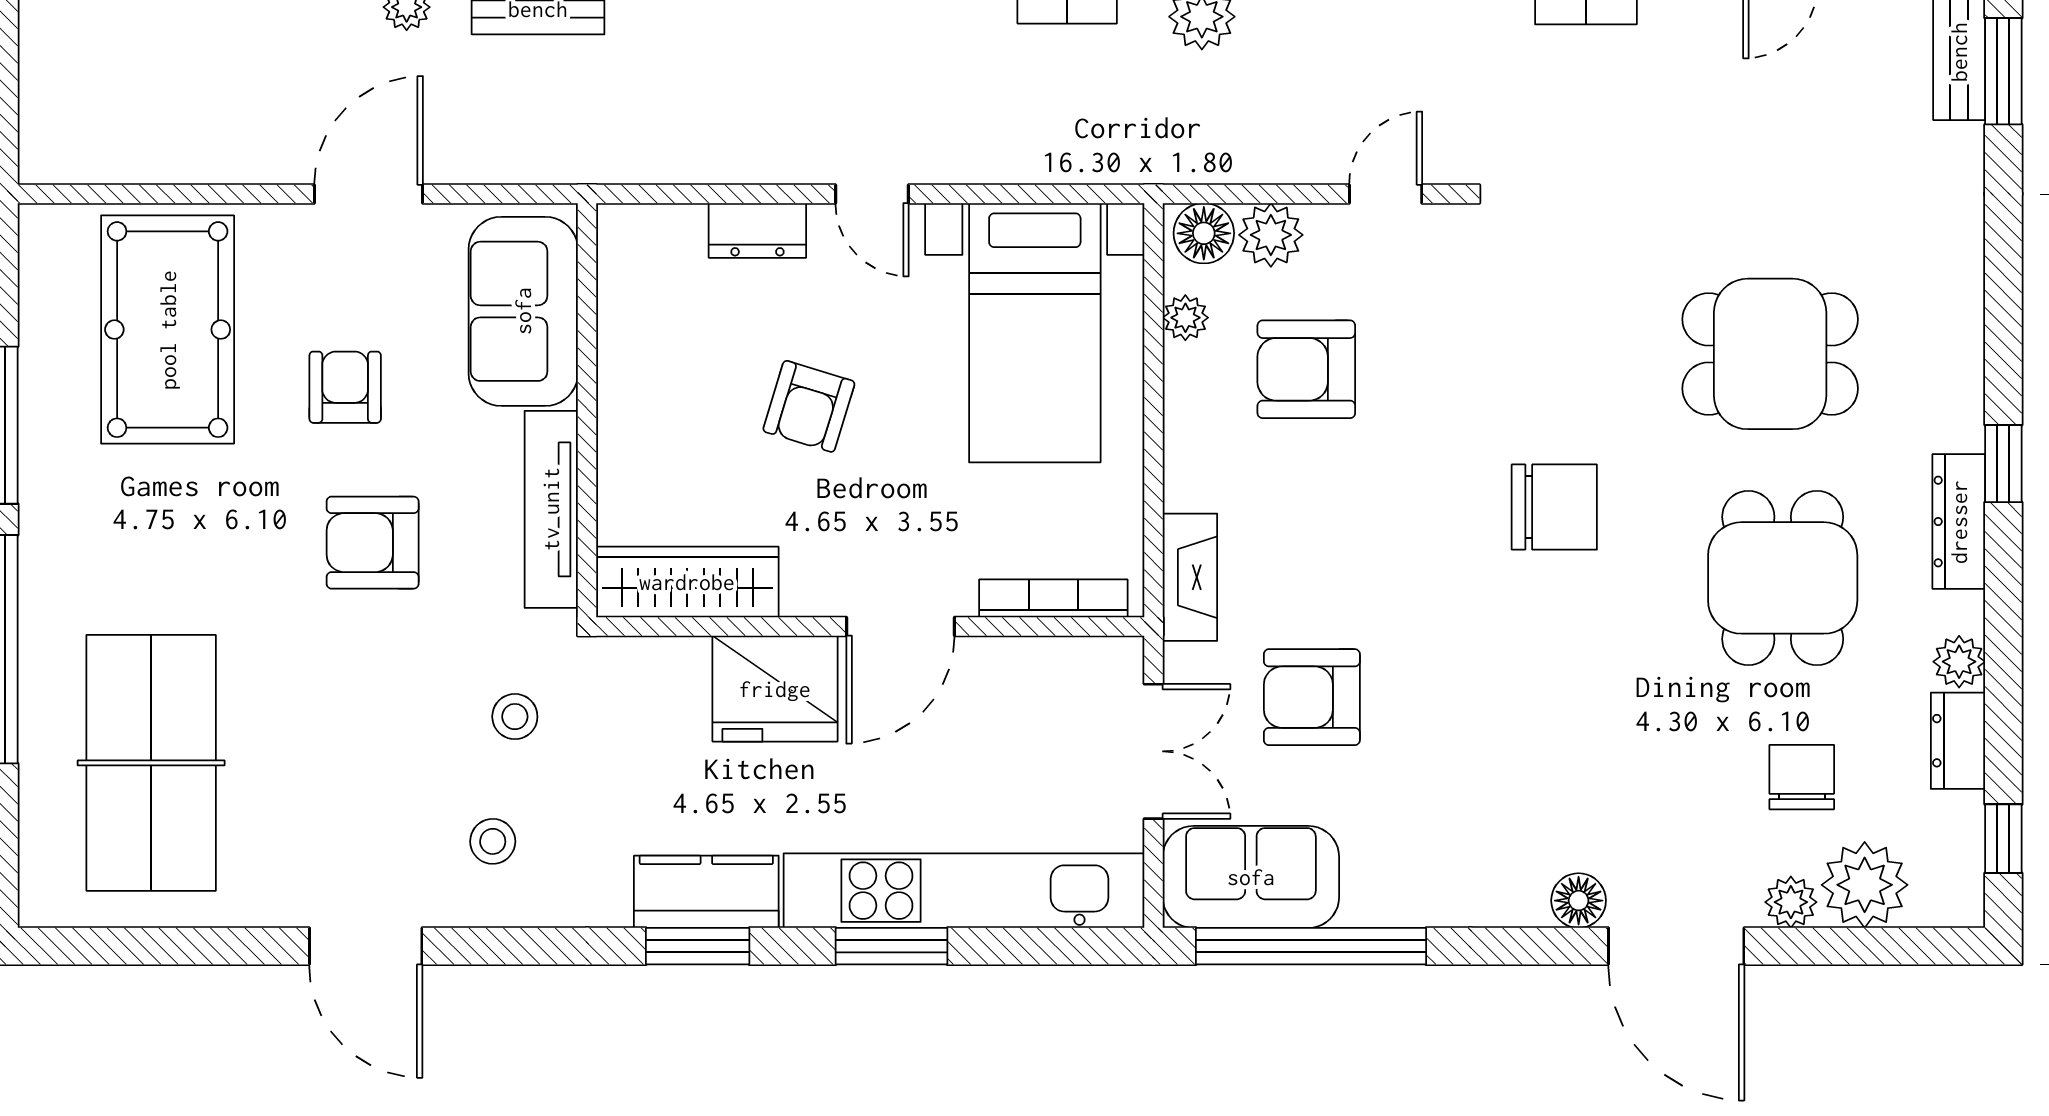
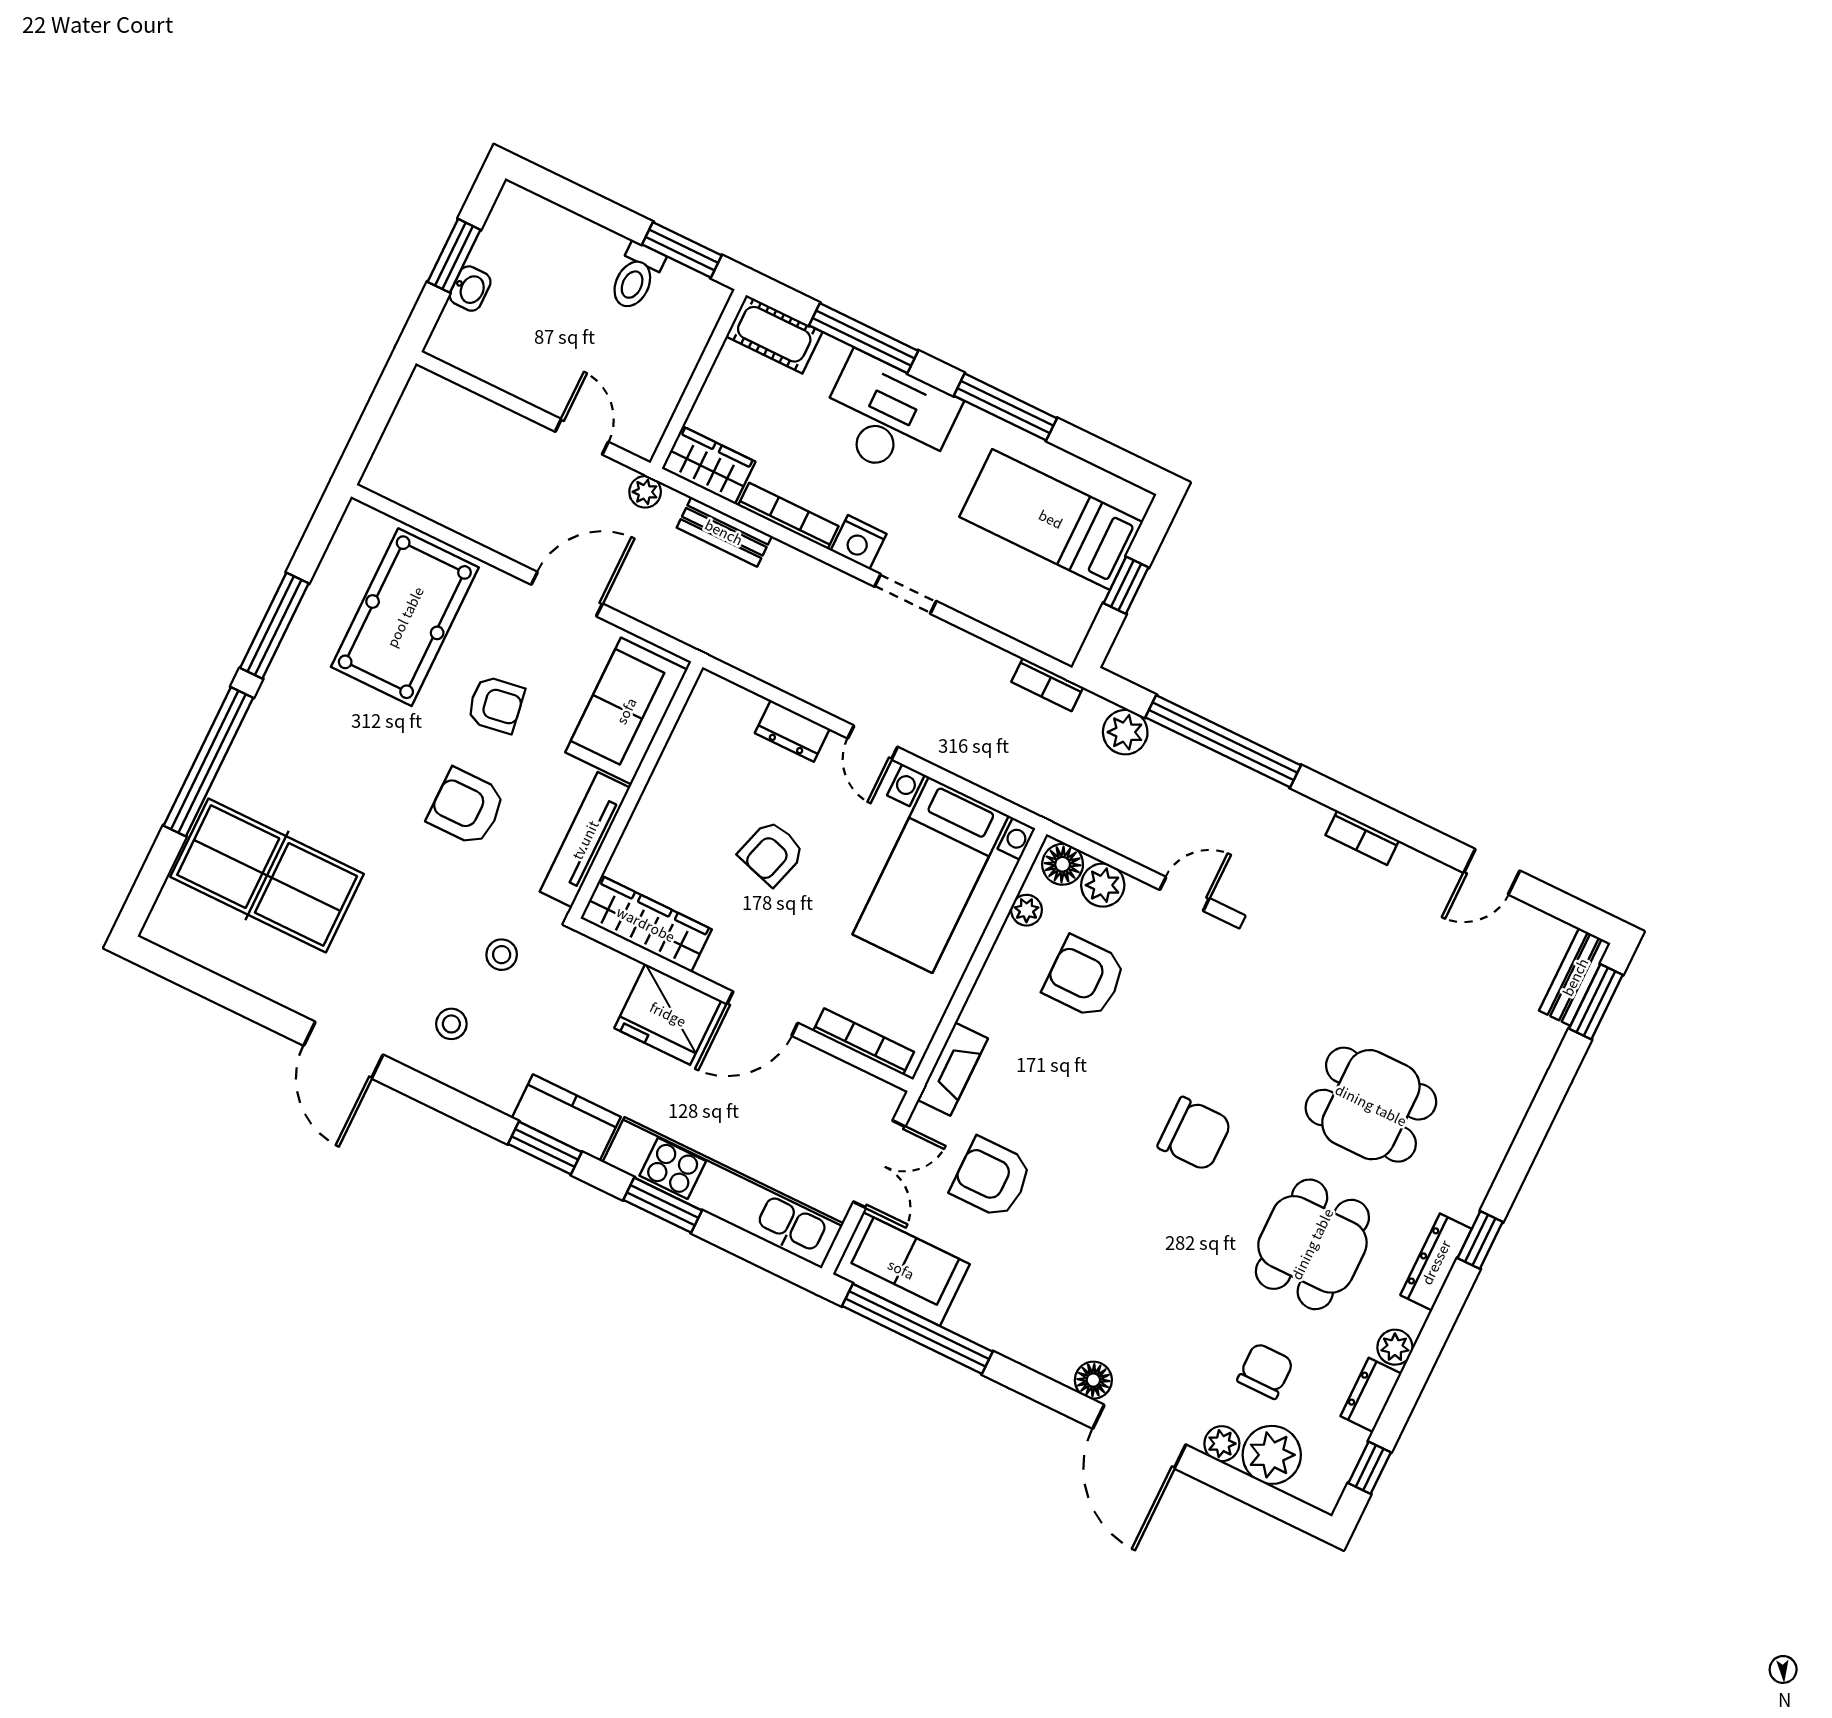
armchair: (345, 387) -> (496, 705), turned 81
table tennis table: (151, 763) -> (267, 875), turned 90

